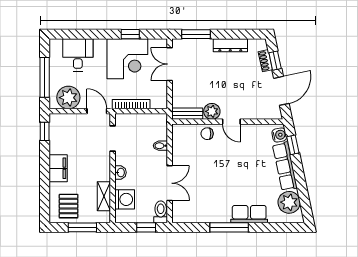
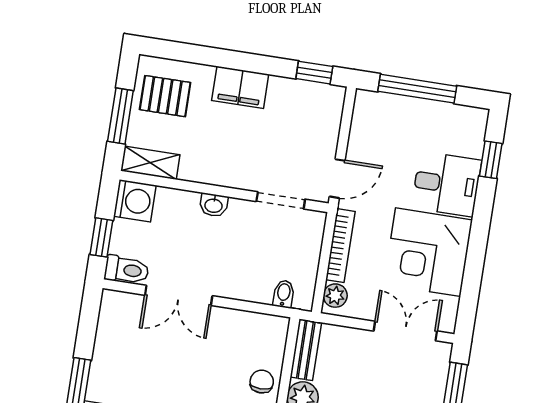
window: (130, 34) -> (491, 160), moved
desk: (78, 55) -> (446, 184), moved
plant: (68, 98) -> (335, 296), moved, width x0.53, depth x0.53
bidet: (160, 146) -> (284, 294), moved
shelving: (104, 196) -> (150, 163), moved
washing machine: (125, 199) -> (135, 201), moved, turned -90

